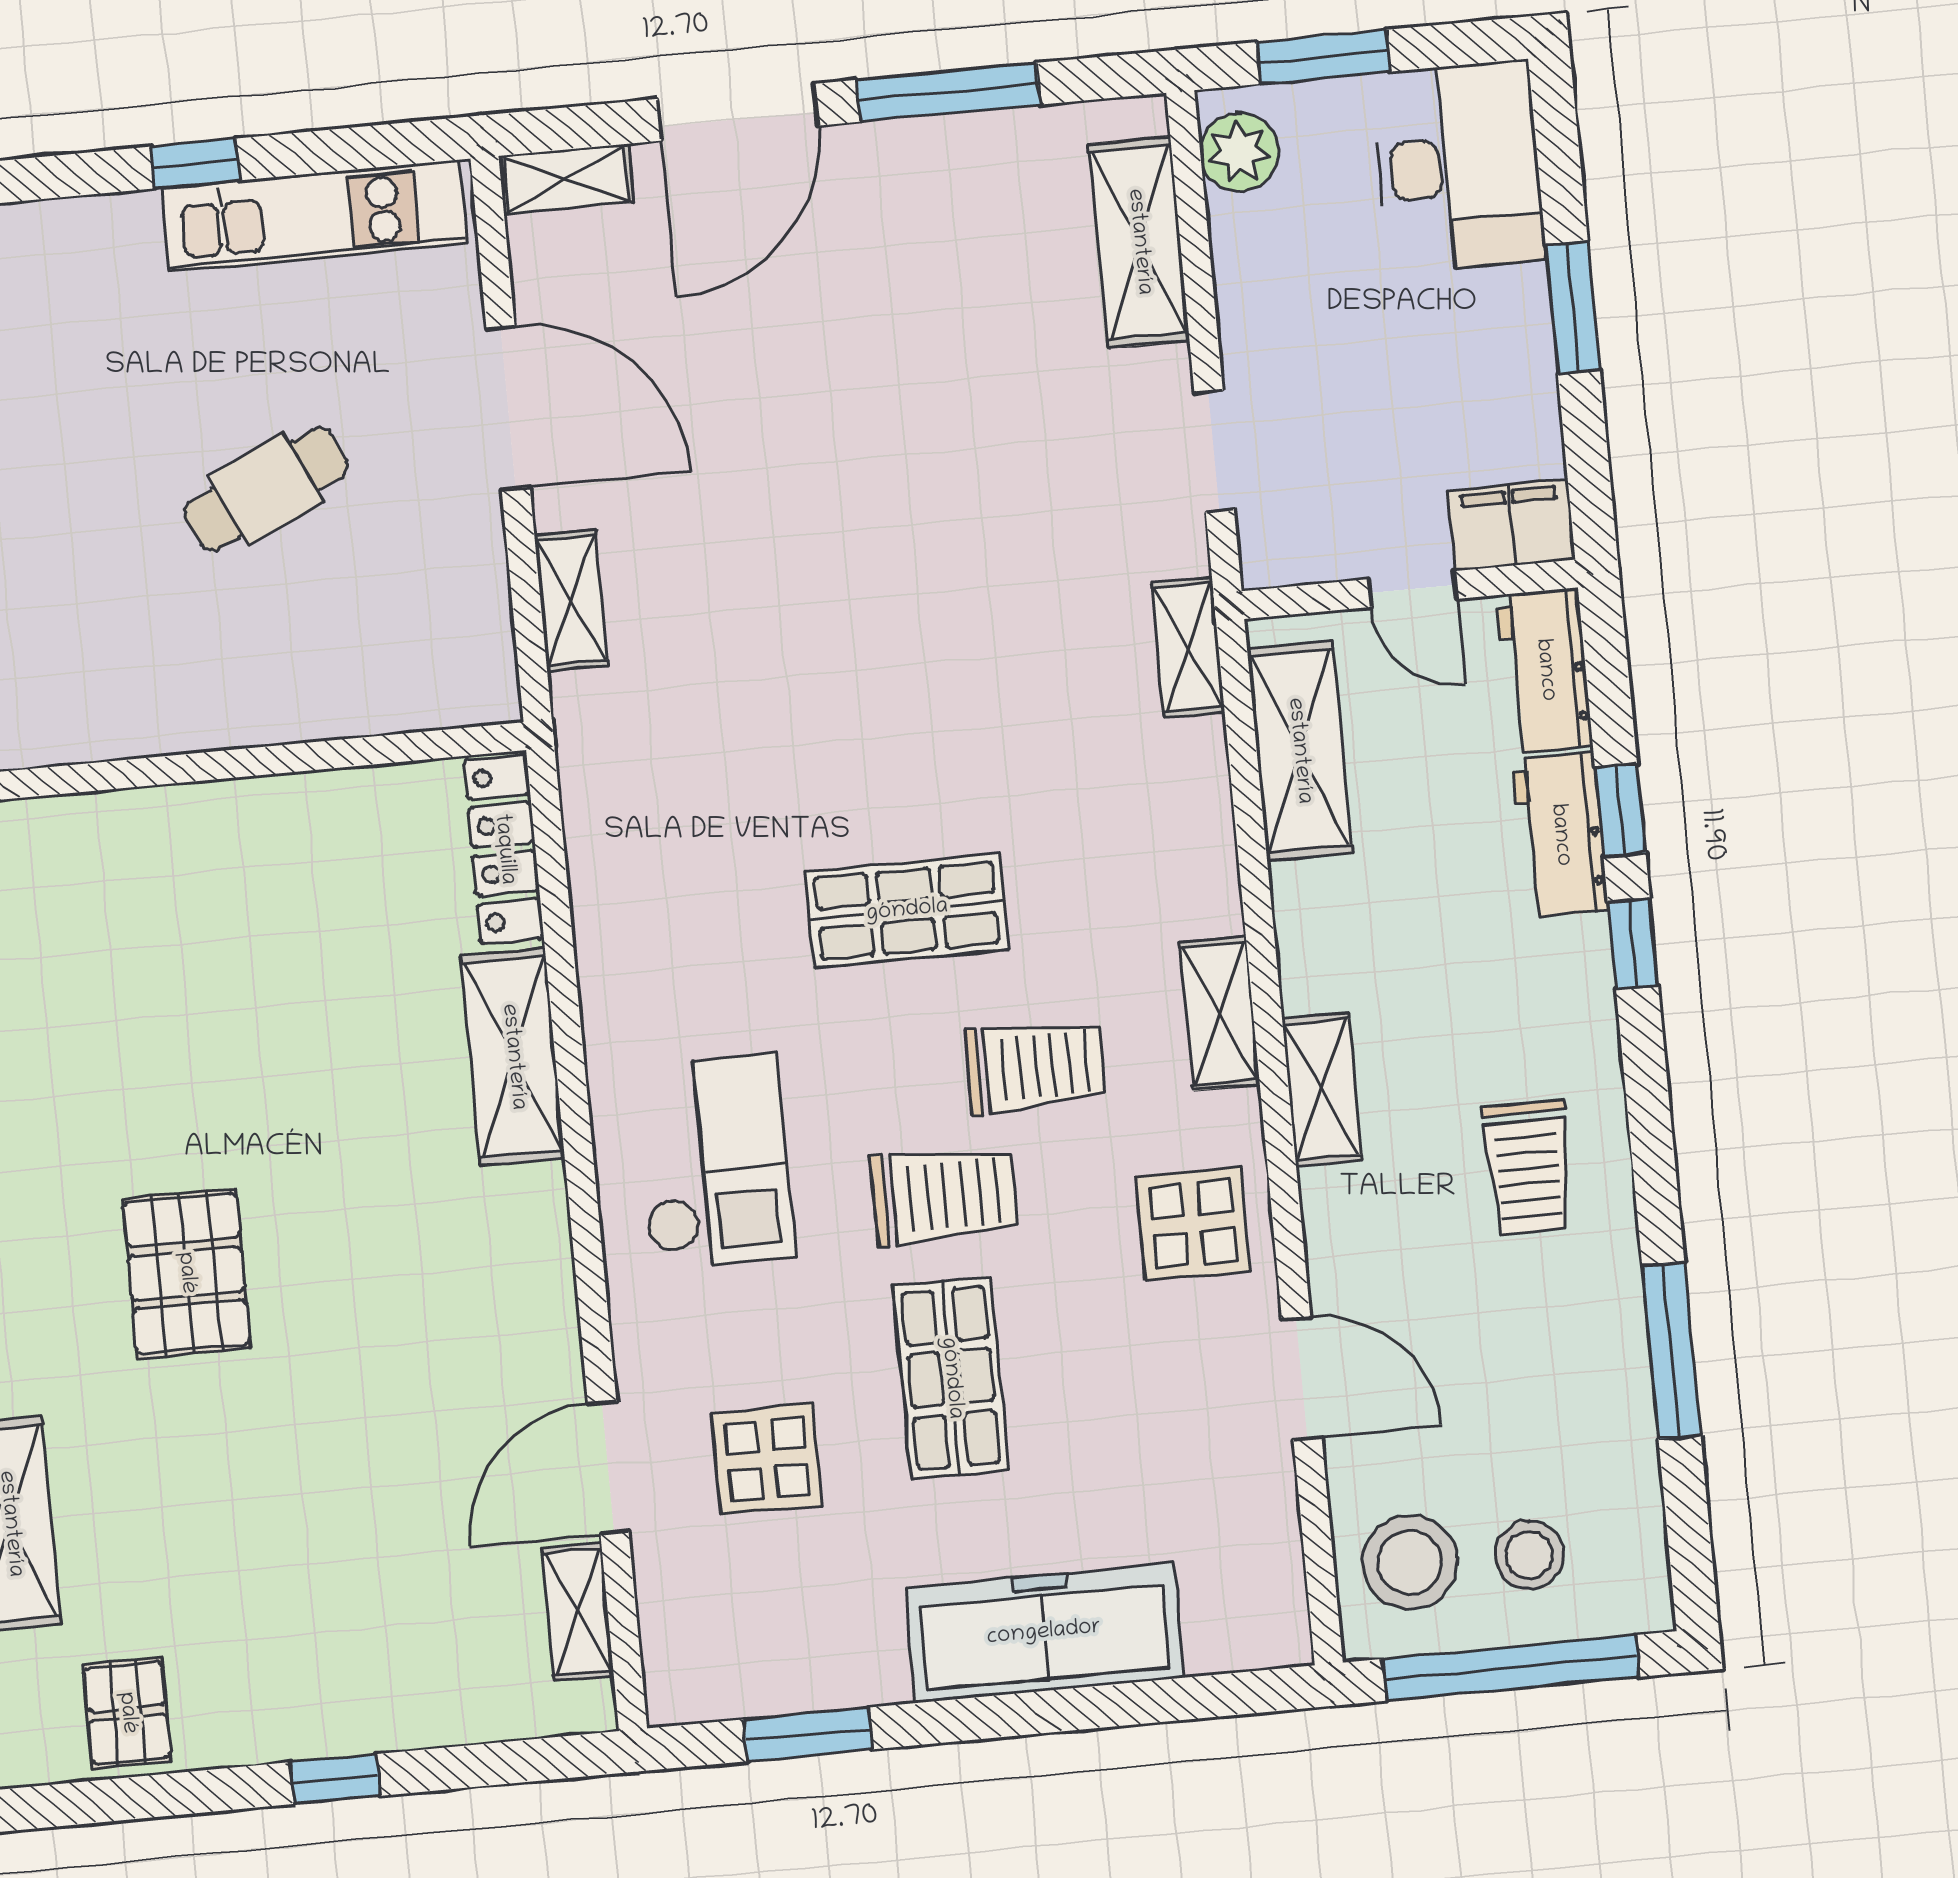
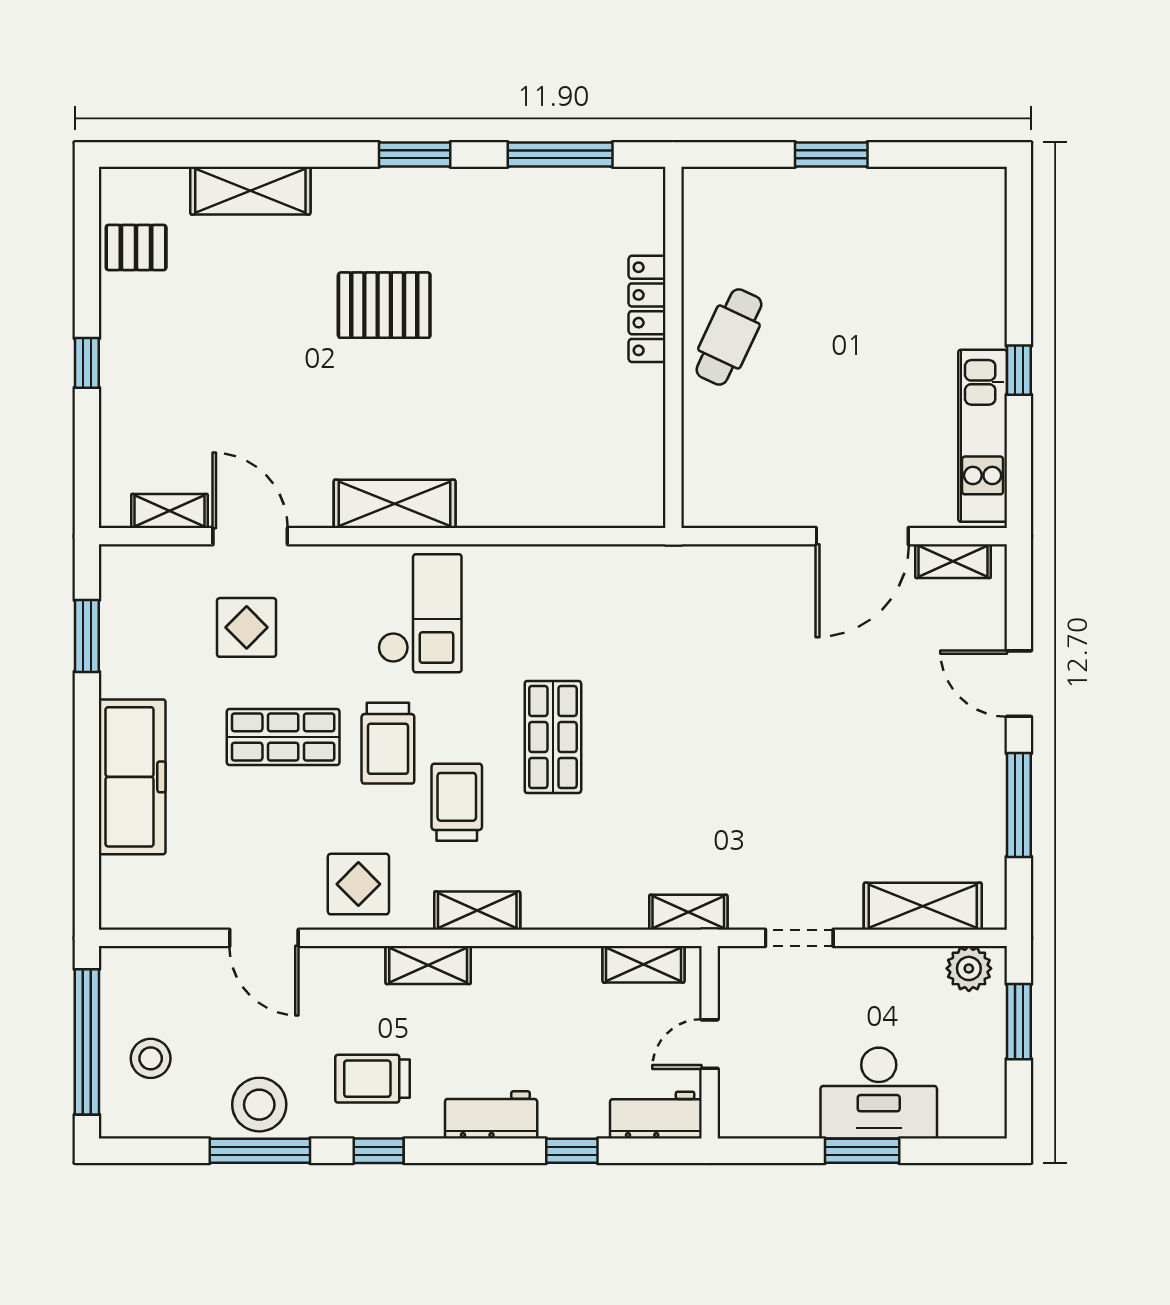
door: (738, 112) -> (1019, 684), width x0.73
desk: (1459, 167) -> (879, 1093), moved
shelving: (566, 179) -> (953, 561), moved, turned 90
cafe table: (266, 489) -> (729, 337), moved, turned 50
filing cabinet: (1511, 525) -> (741, 1104), removed
shelving: (571, 600) -> (749, 562), removed
shelving: (1299, 751) -> (644, 964), width x0.67, depth x0.75
workbench: (1560, 835) -> (491, 1115), moved
locker: (504, 849) -> (647, 309), moved, turned -90
window: (1633, 944) -> (379, 1151), moved
shelving: (513, 1057) -> (395, 504), moved
trolley: (1035, 1067) -> (457, 802), turned 180
checkout: (714, 1161) -> (420, 613), turned -90
door: (1302, 1378) -> (264, 938), hinge flipped
stool: (1410, 1562) -> (259, 1105), moved

